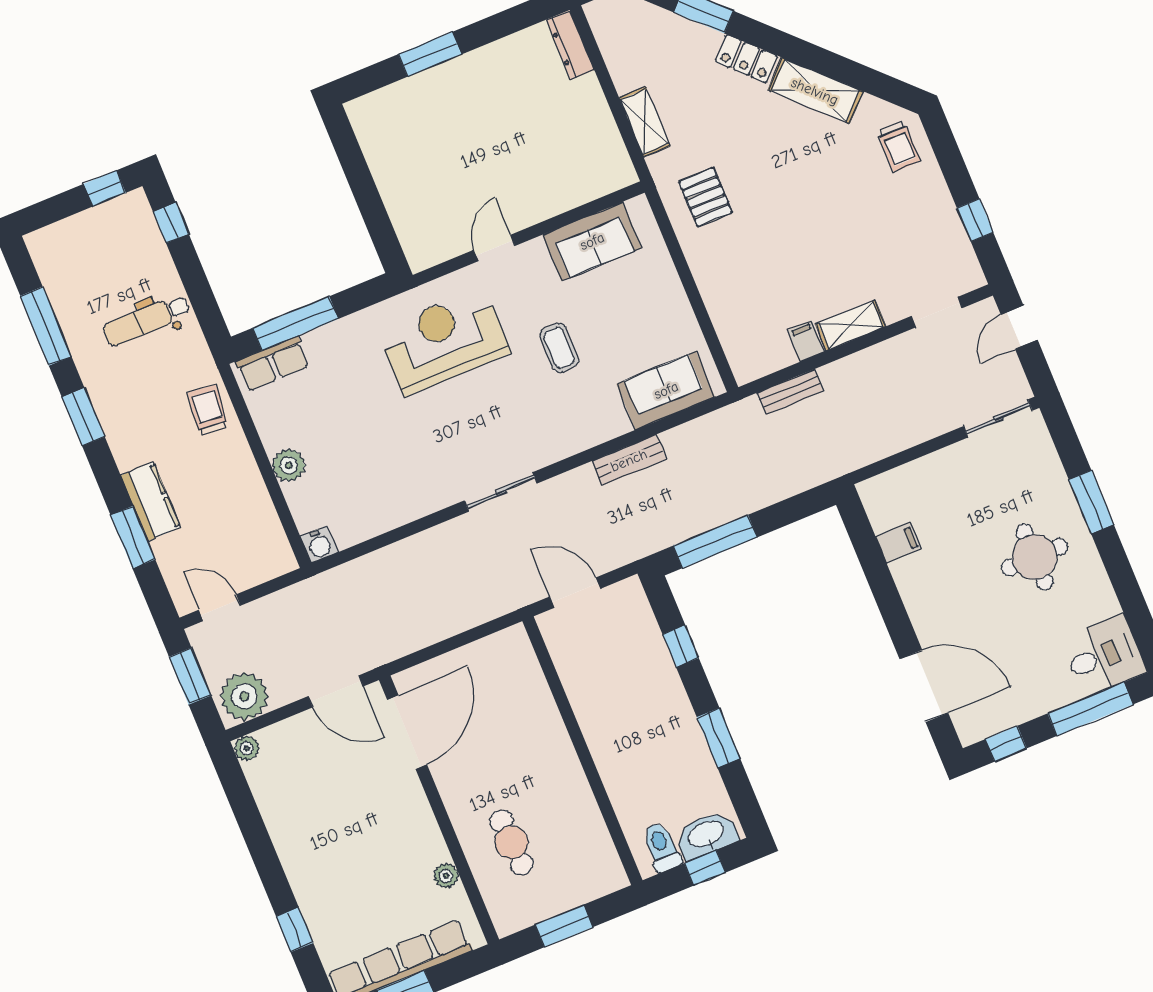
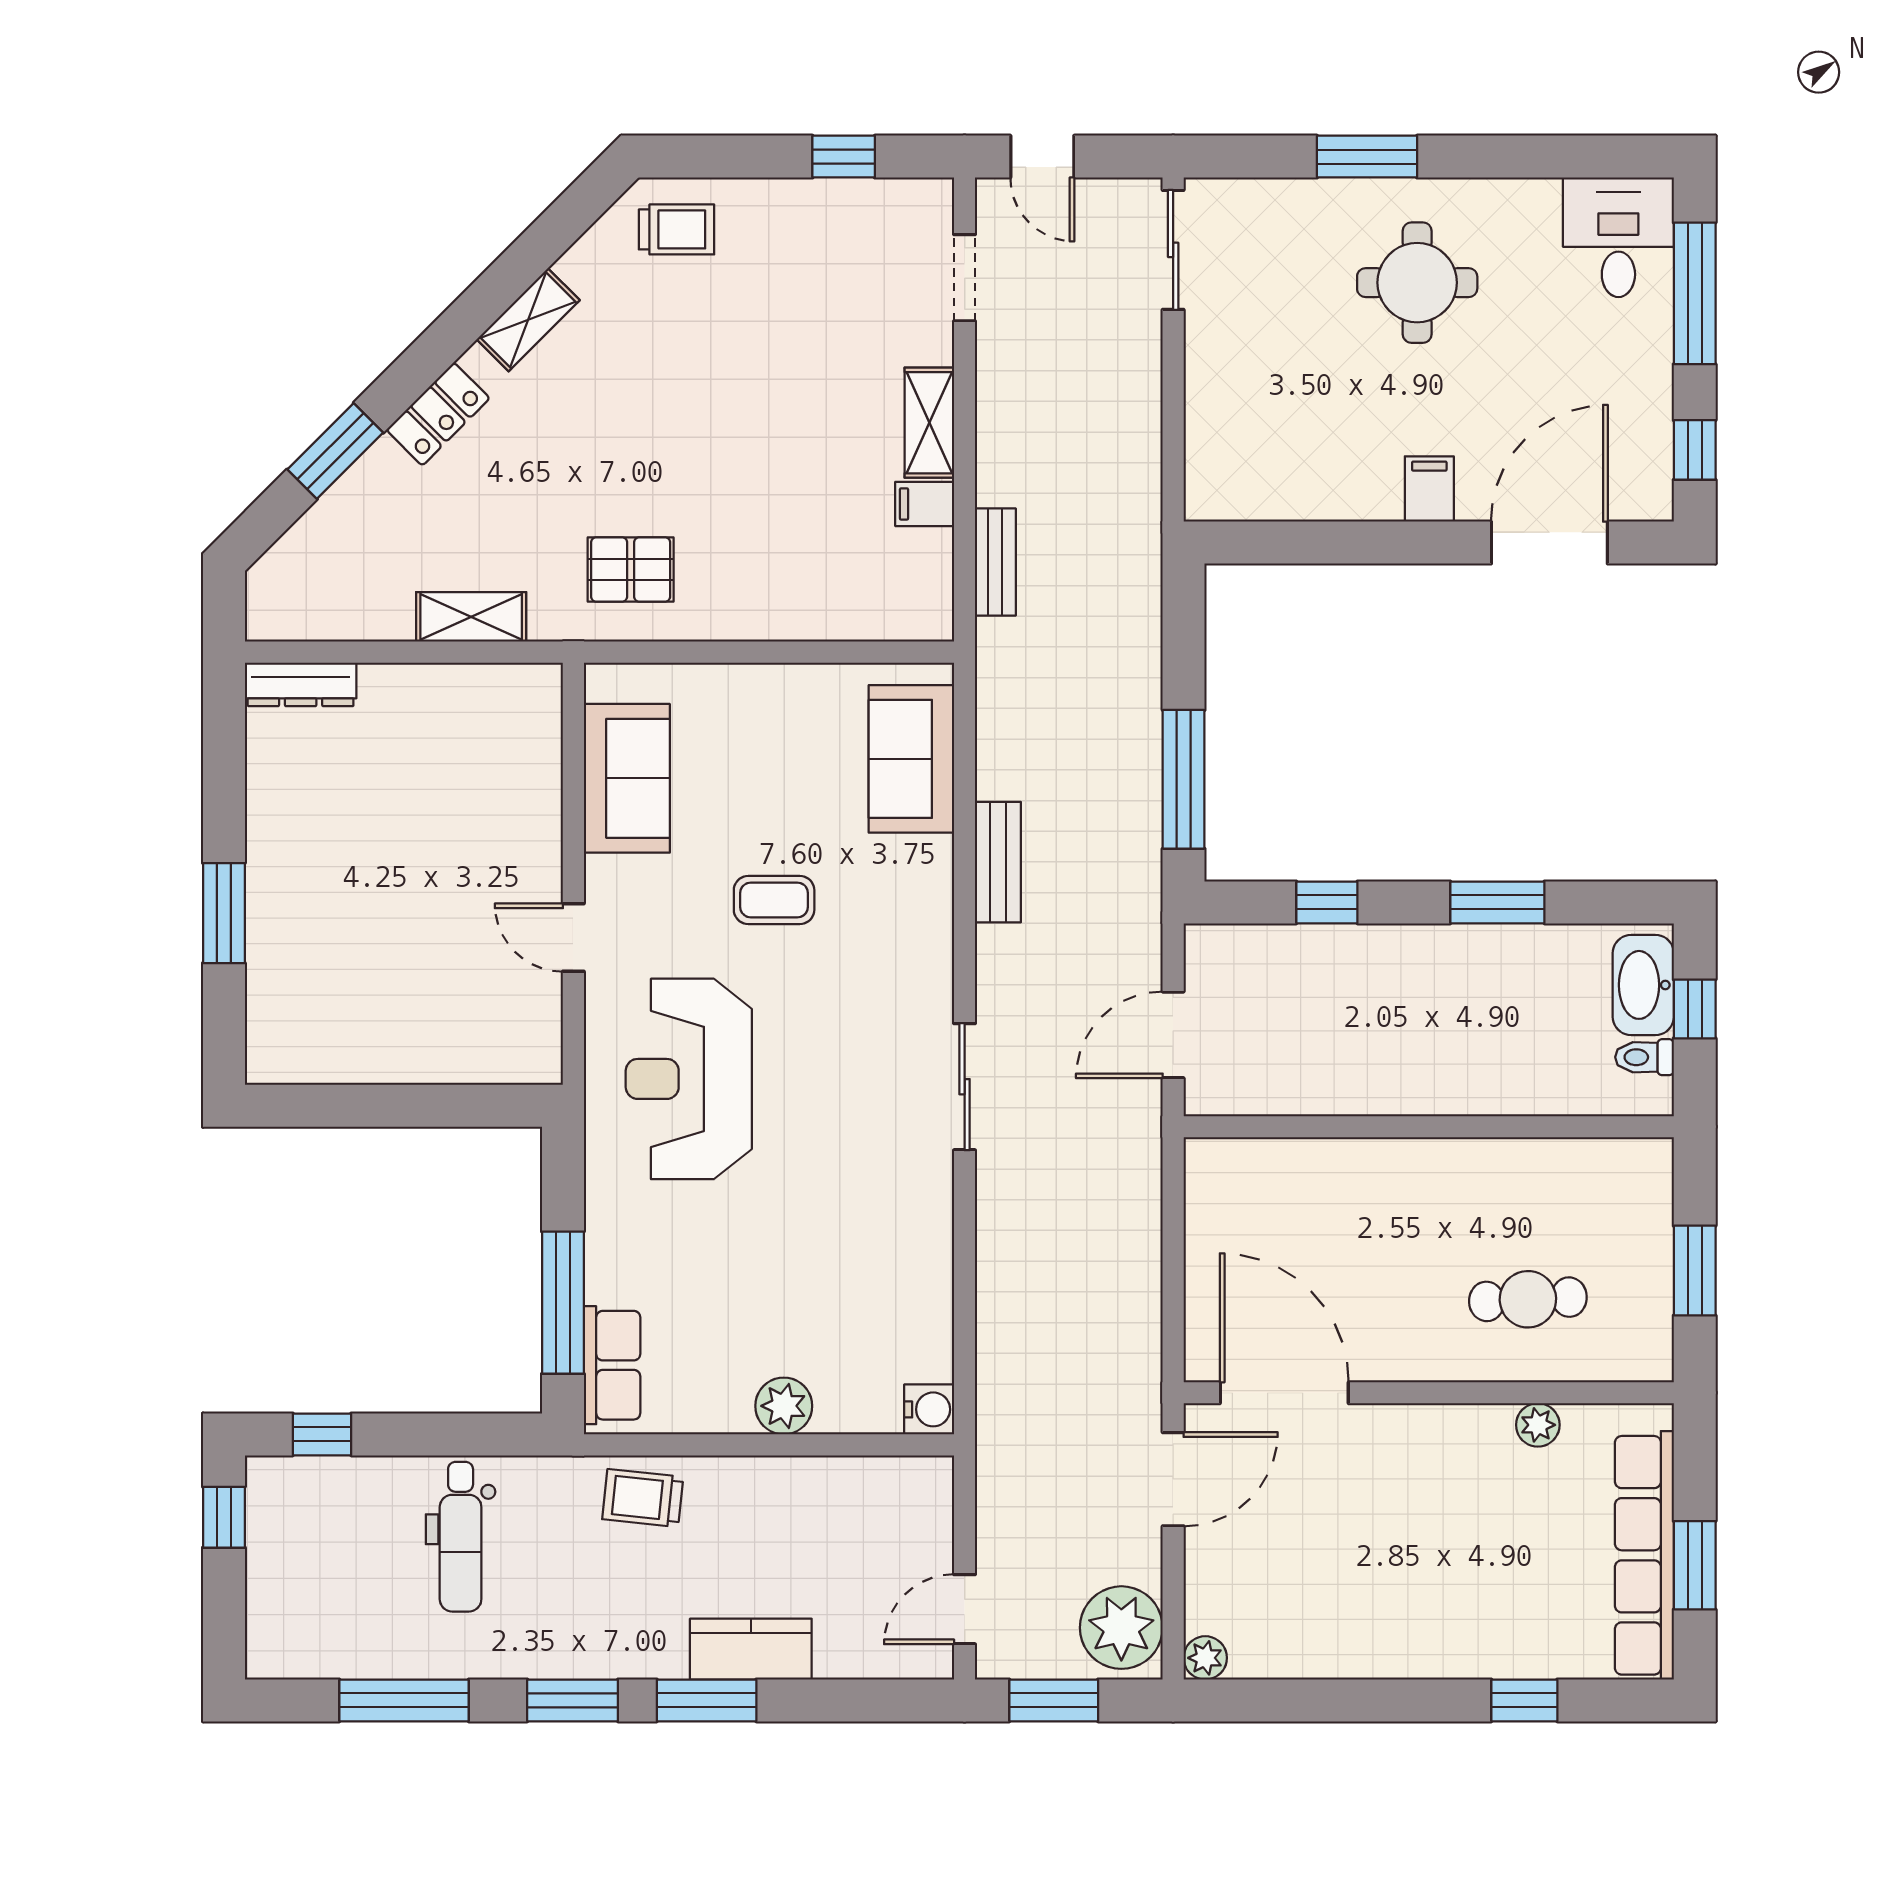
shelving: (815, 91) -> (528, 320), width x0.67, depth x0.75
window: (133, 537) -> (707, 1700), moved
filing cabinet: (899, 543) -> (1429, 489), moved
toilet: (662, 847) -> (1645, 1057), width x0.73, depth x0.72

